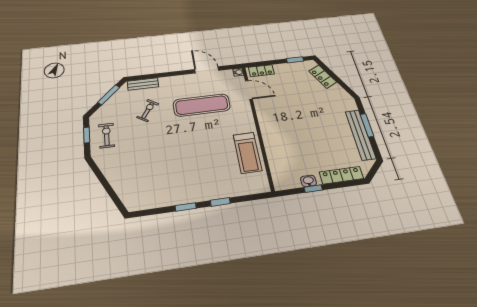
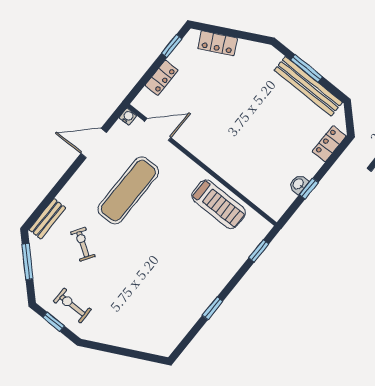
locker: (261, 71) -> (162, 78), moved
locker: (341, 175) -> (329, 144), width x0.66
window: (220, 202) -> (259, 251), moved

